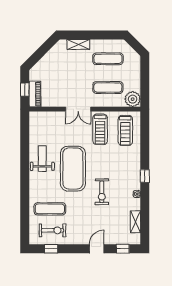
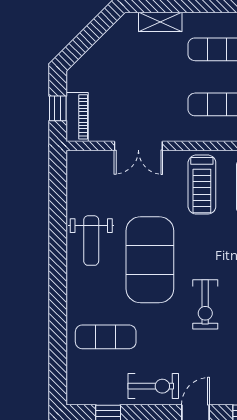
double door: (78, 109) -> (138, 146), moved
weight bench: (42, 159) -> (91, 241), turned 180
exercise bike: (52, 230) -> (153, 386), moved

